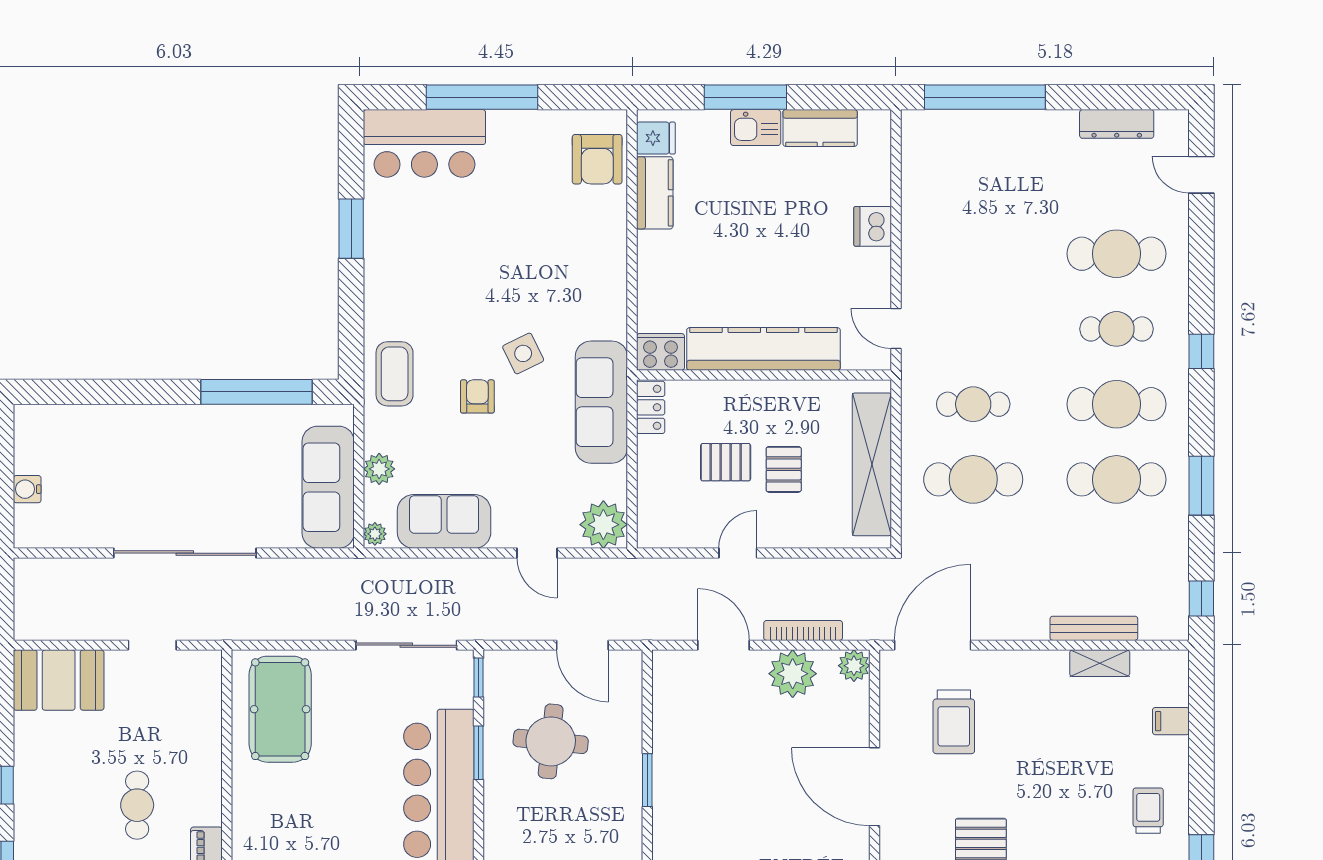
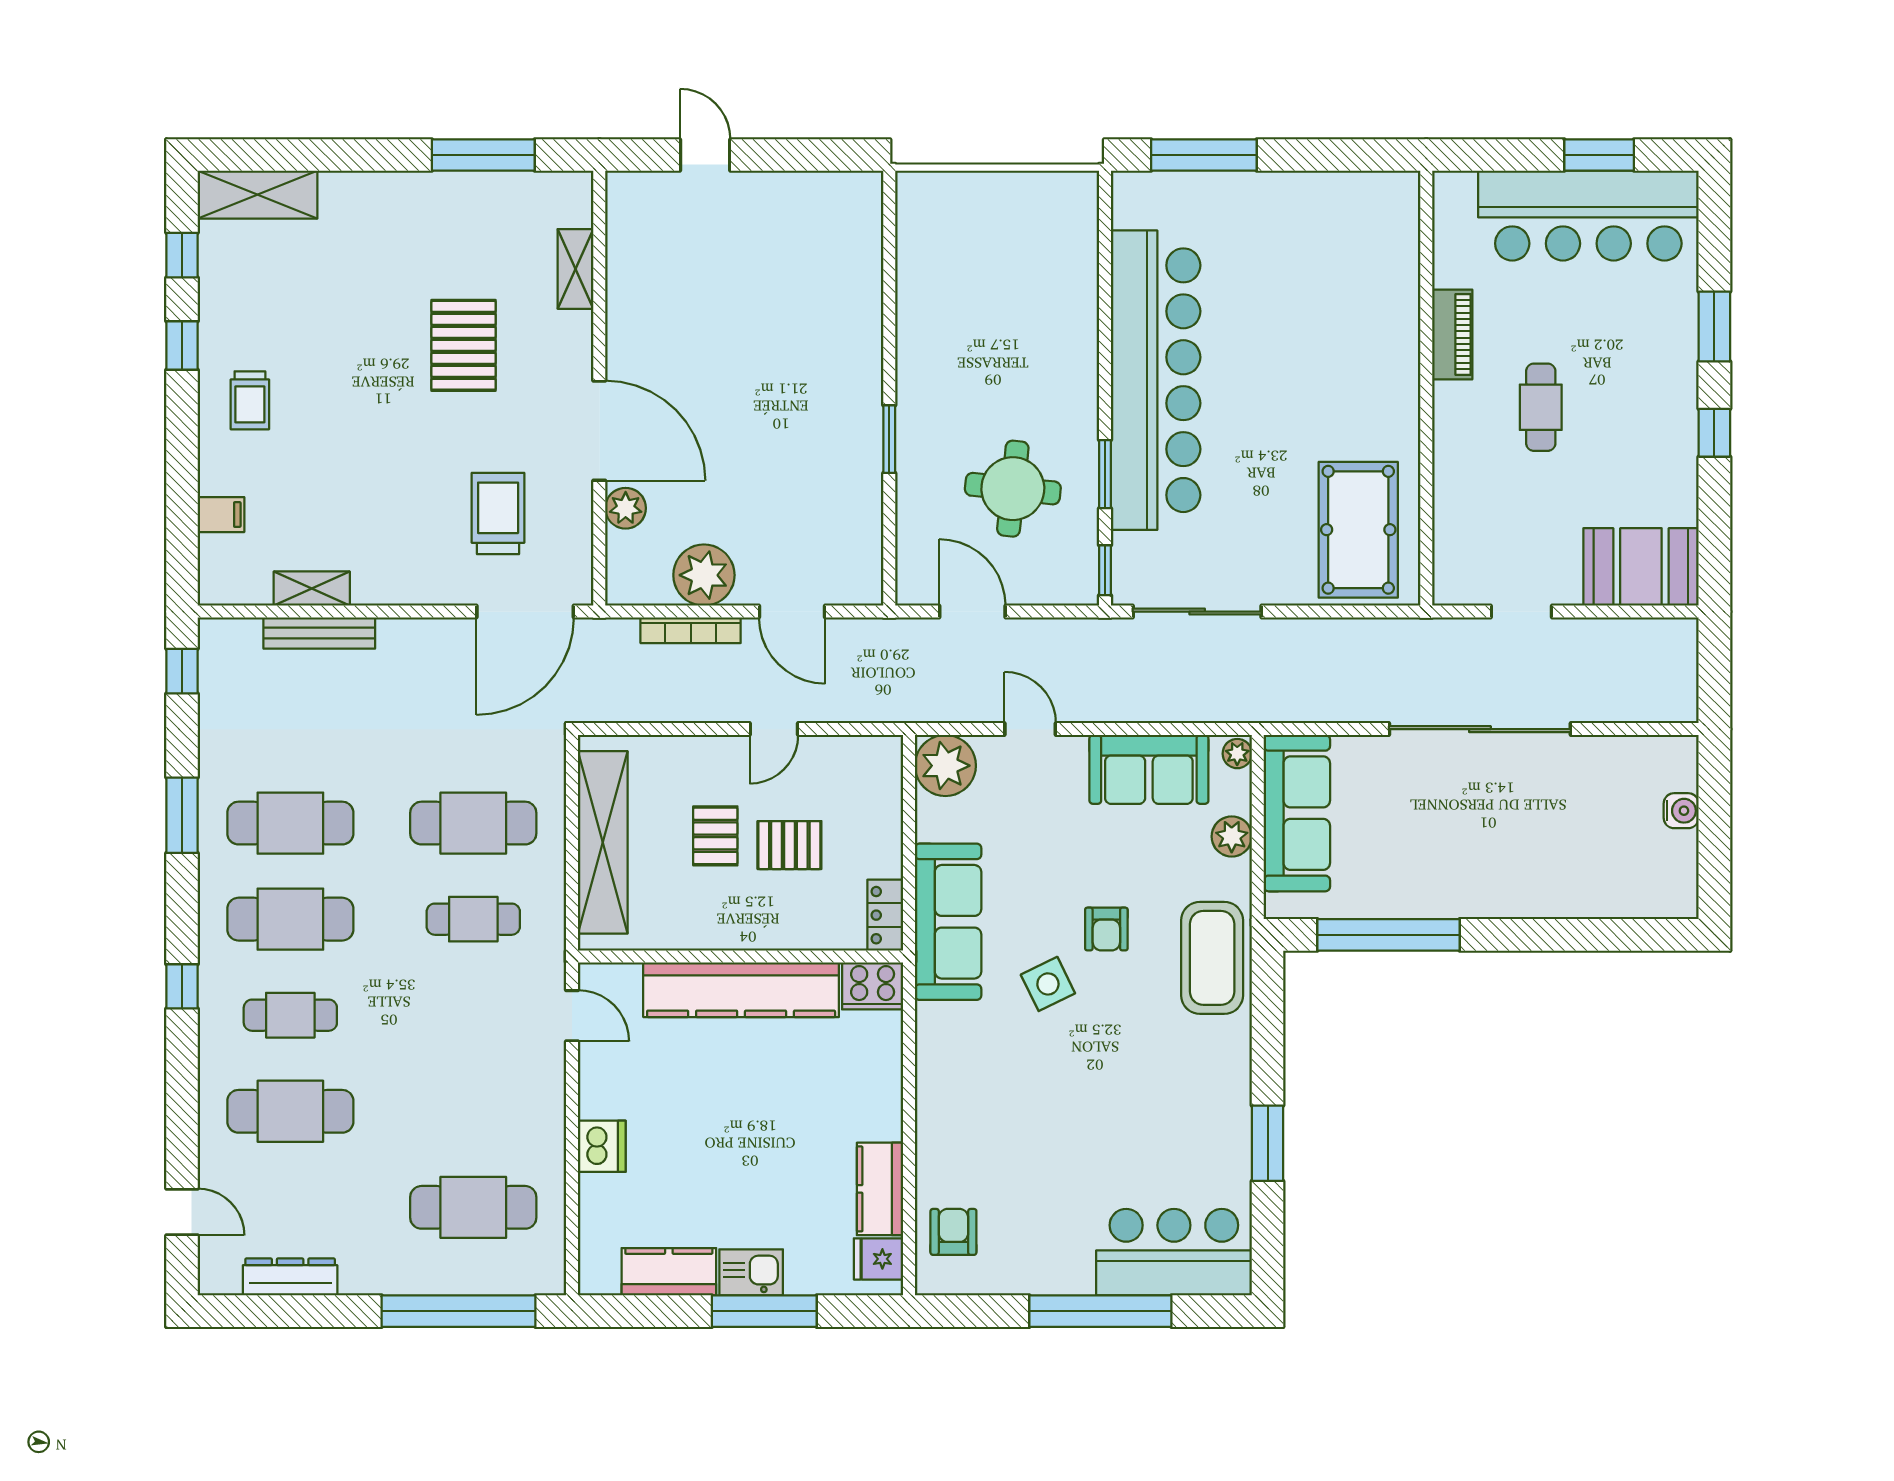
armchair: (597, 159) -> (953, 1232), width x0.72, depth x0.72
cafe table: (973, 178) -> (473, 1207), added
coffee table: (395, 374) -> (1212, 958), width x1.36, depth x1.32
plant: (854, 666) -> (626, 508), moved

